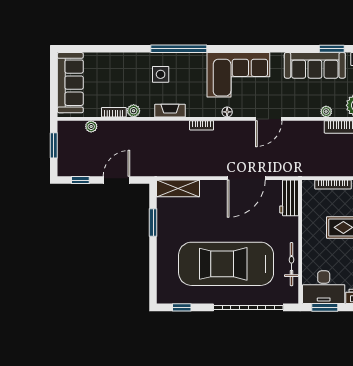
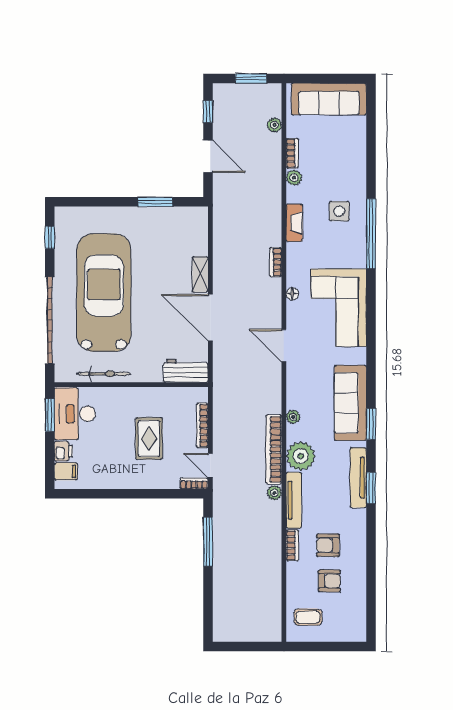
shelving: (178, 188) -> (200, 274), moved, width x0.67, depth x0.75

